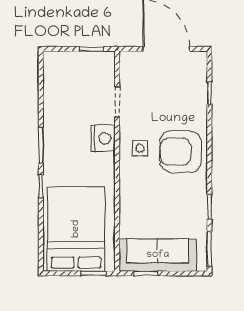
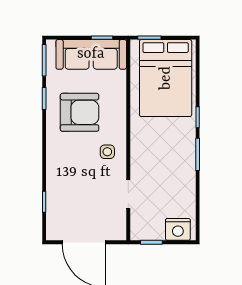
nightstand: (103, 138) -> (178, 229), moved, turned -90
armchair: (181, 152) -> (80, 112), moved

